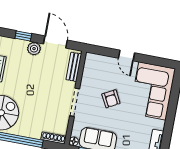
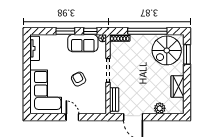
window: (23, 36) -> (160, 117), removed
plant: (34, 49) -> (160, 108), moved

